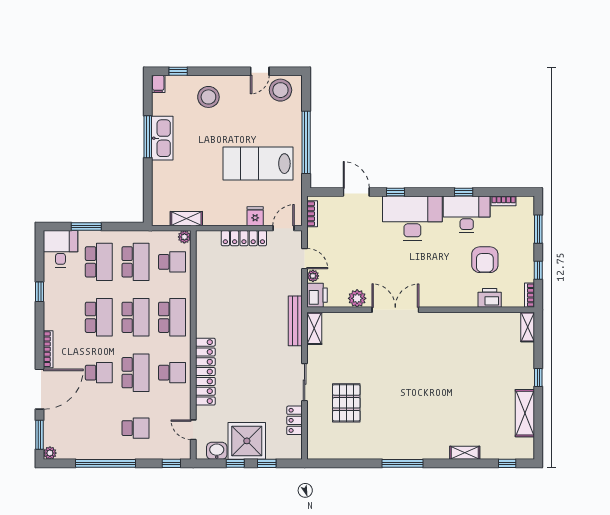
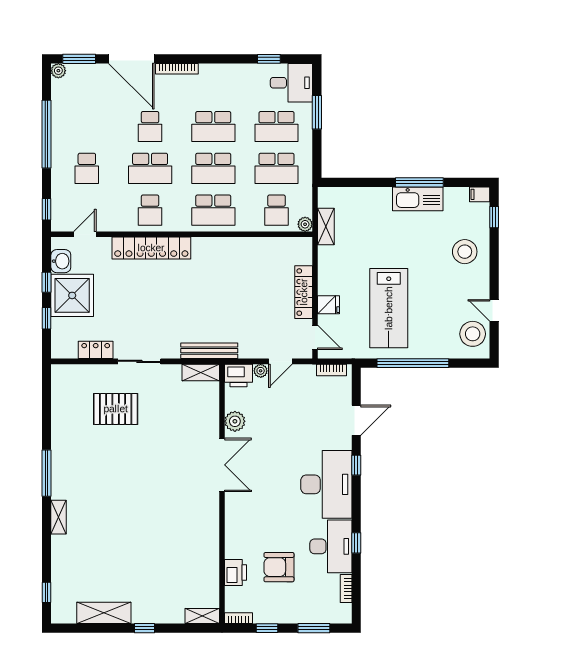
lab bench: (258, 164) -> (389, 308), turned 180
window: (39, 292) -> (269, 59), moved
shelving: (465, 453) -> (59, 517), moved

